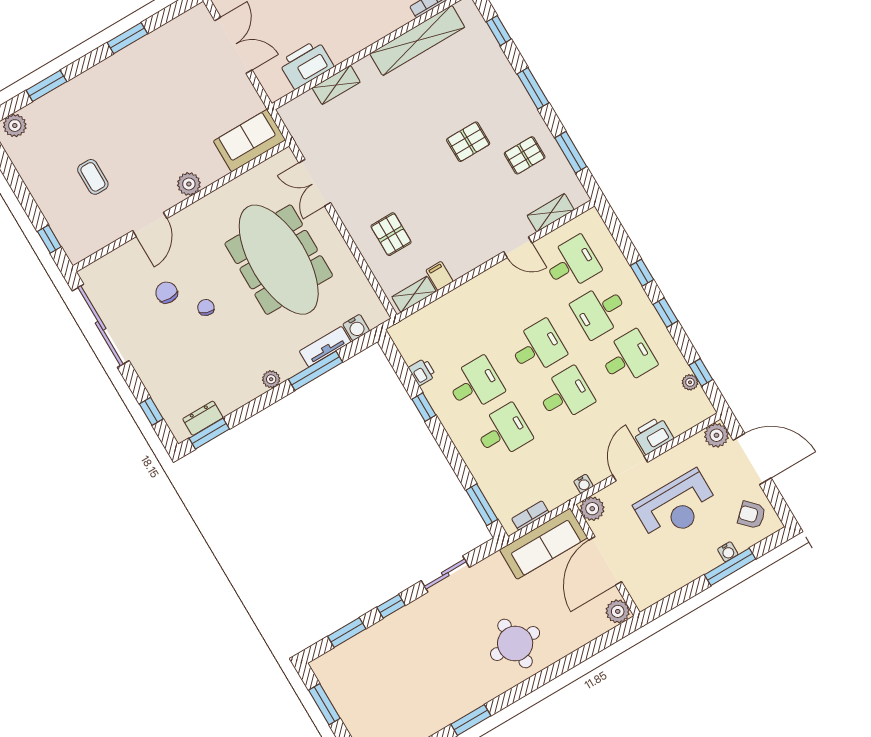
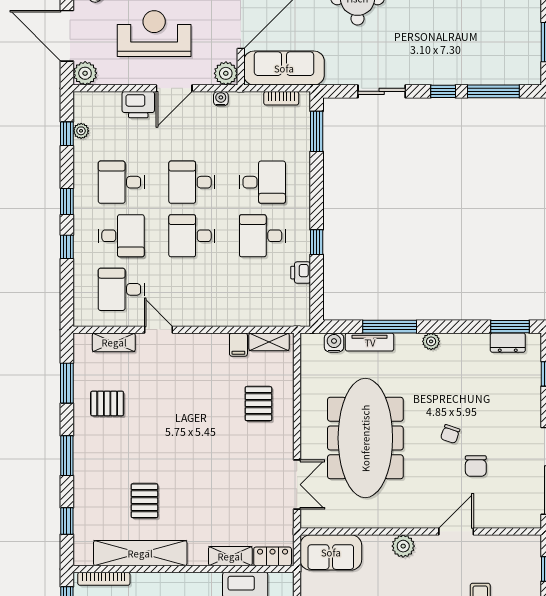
locker: (299, 107) -> (273, 556), added
pallet: (468, 142) -> (144, 501), moved, turned 90
desk: (503, 432) -> (262, 182), turned 180
window: (347, 632) -> (493, 91), width x1.44

